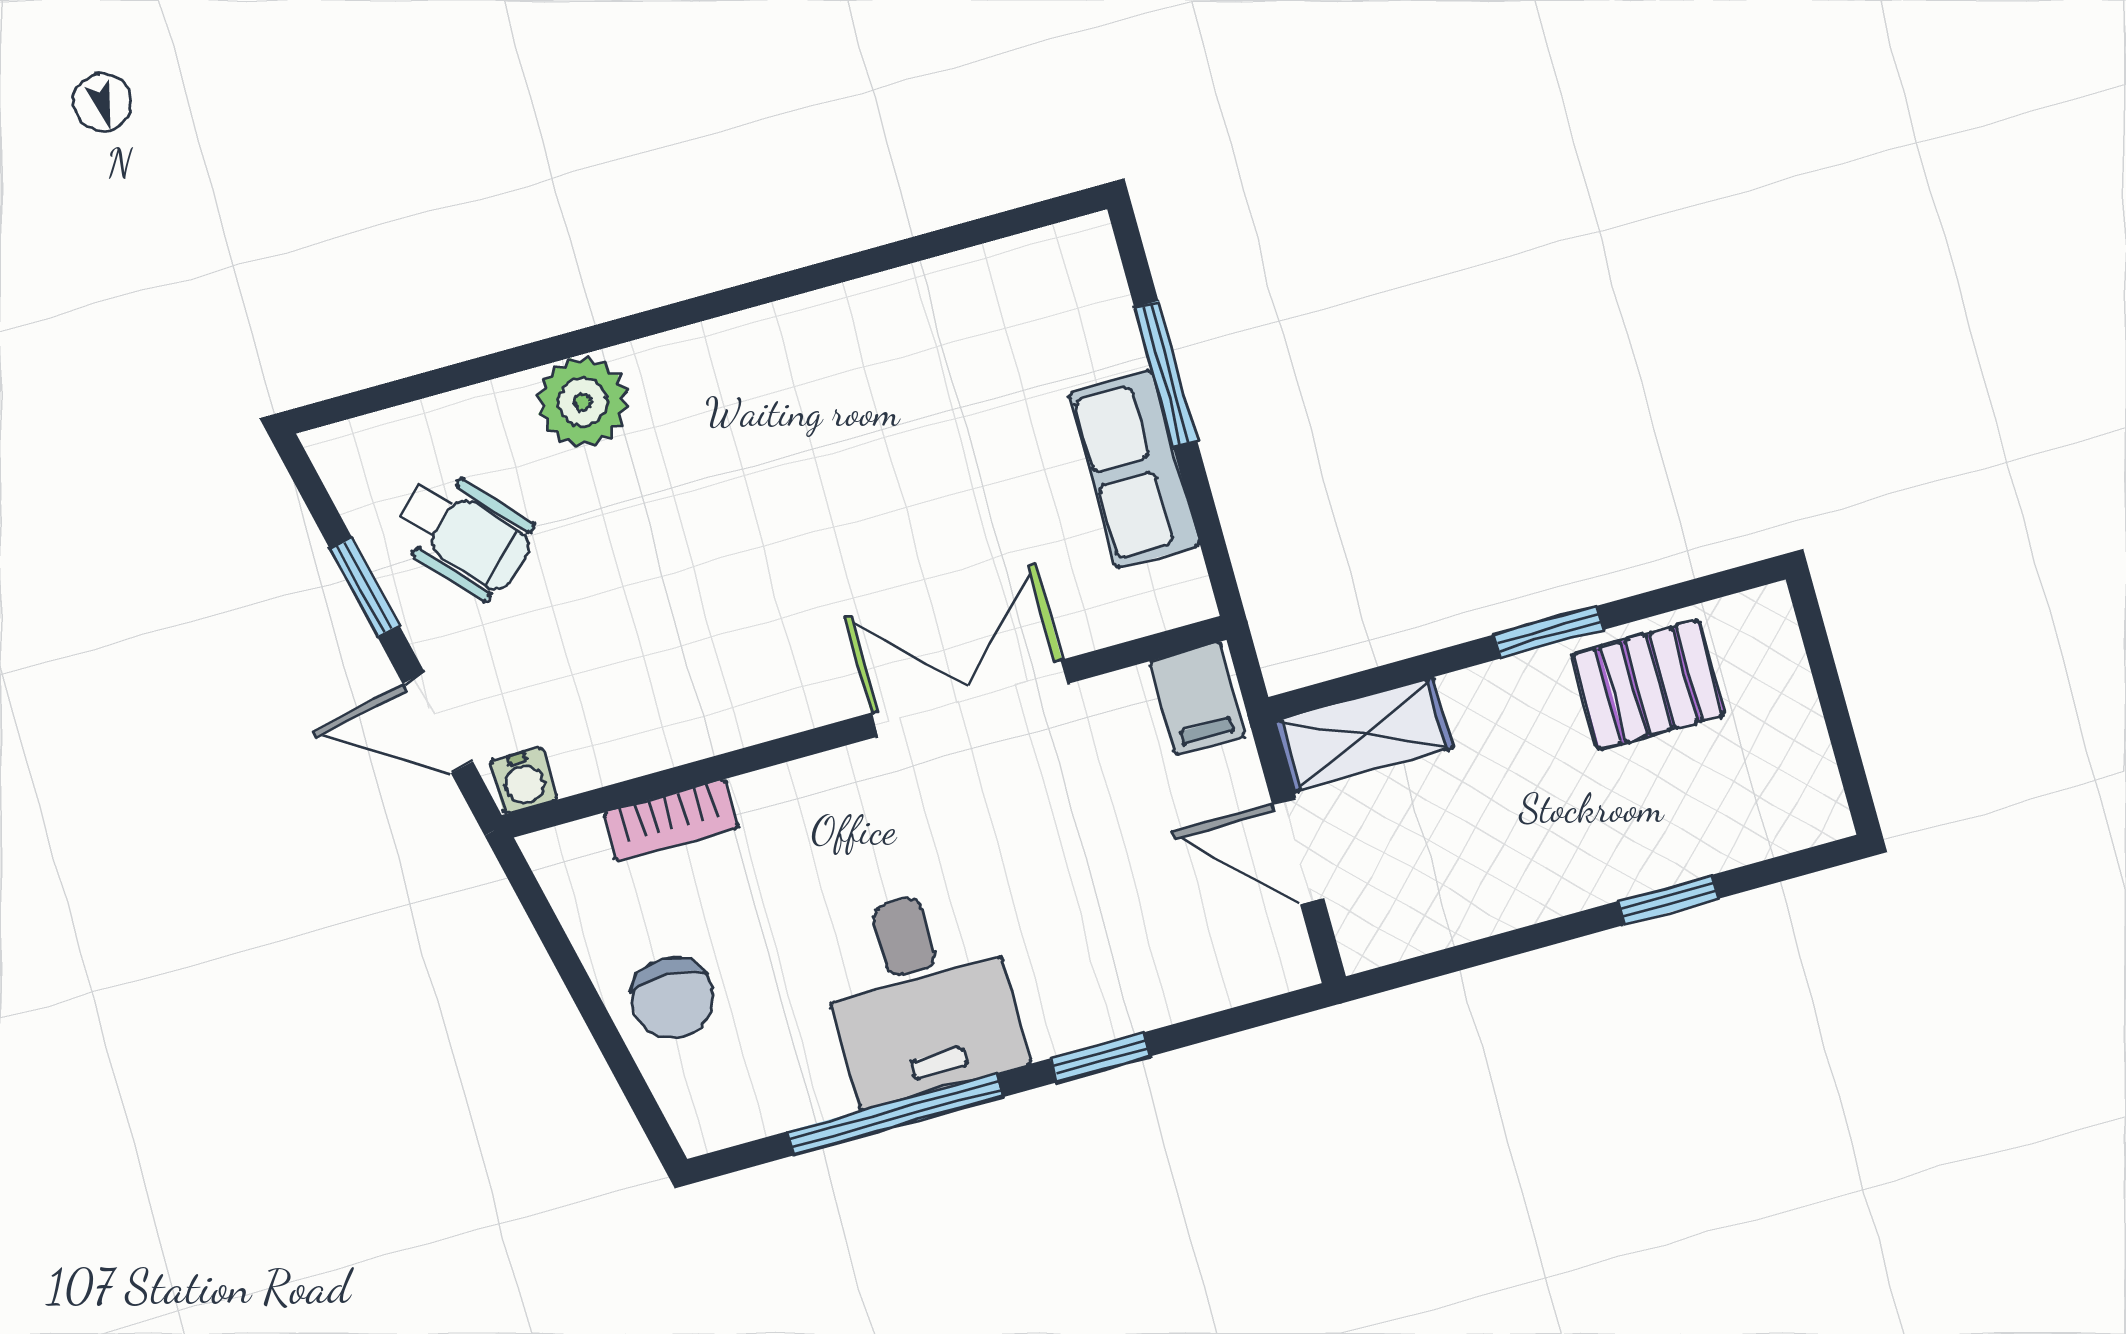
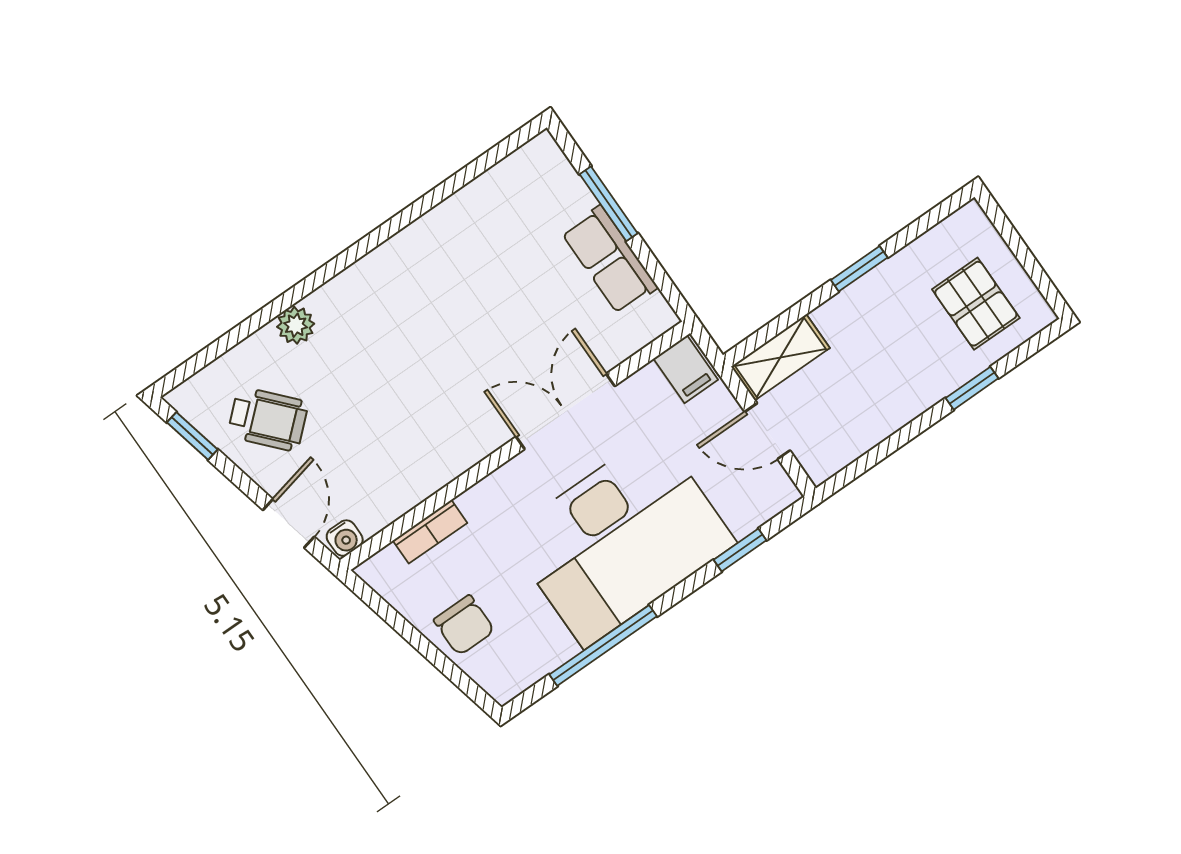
plant: (582, 402) -> (296, 325), width x0.73, depth x0.73
window: (365, 587) -> (192, 436), moved
pallet: (1648, 685) -> (976, 304), moved, turned 90
door: (438, 723) -> (289, 523), swing flipped
desk: (920, 995) -> (621, 539), width x1.87, depth x1.30
window: (1100, 1057) -> (740, 550), moved

